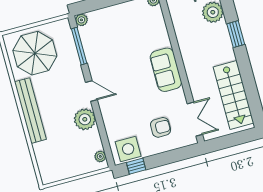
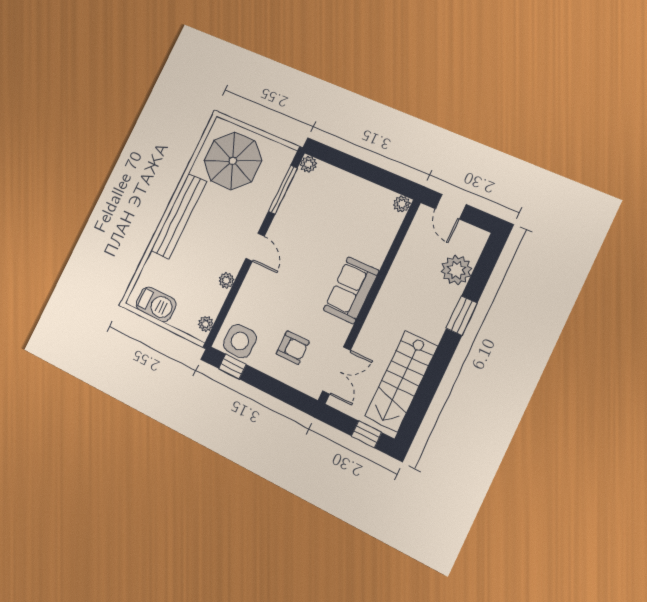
plant: (85, 119) -> (226, 280), width x0.53, depth x0.53
window: (239, 138) -> (367, 434), added
barbecue: (62, 170) -> (156, 304), added

